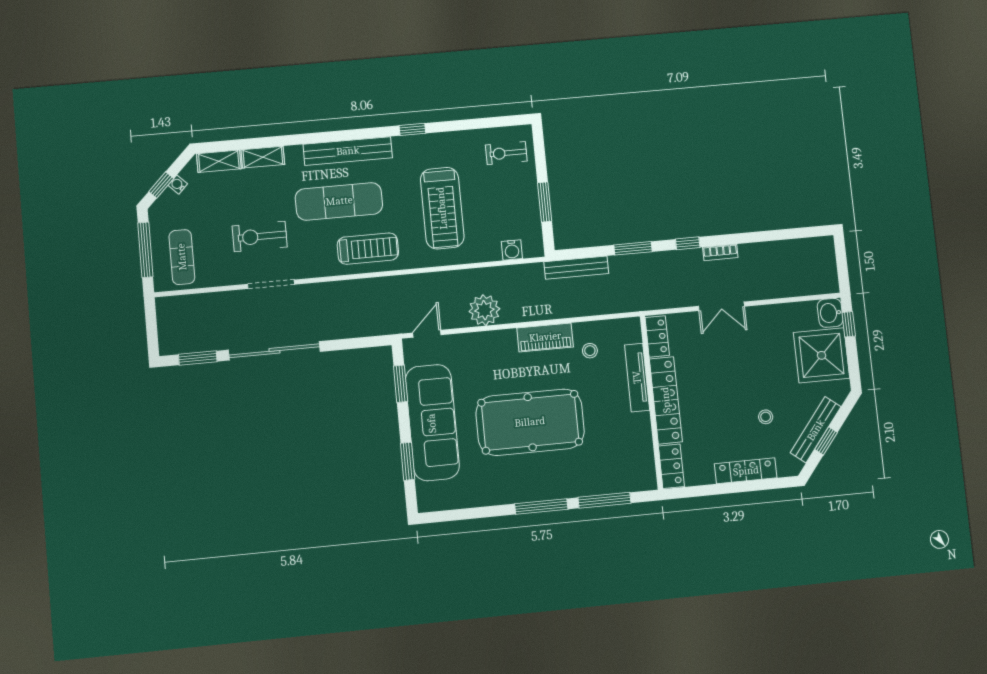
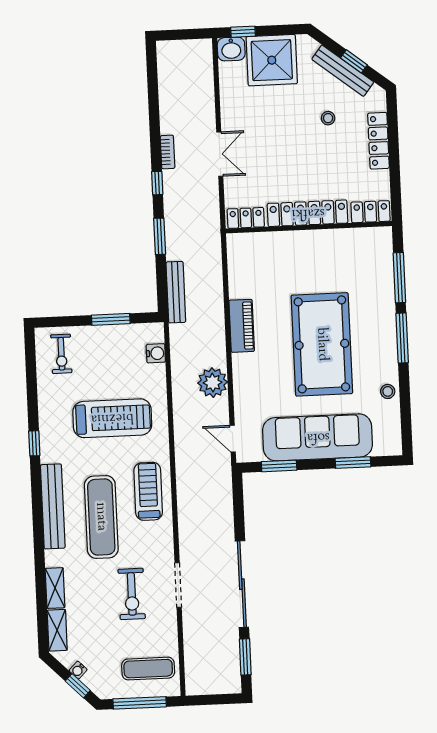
stool: (590, 351) -> (388, 391), moved
tv unit: (637, 377) -> (284, 240), removed

